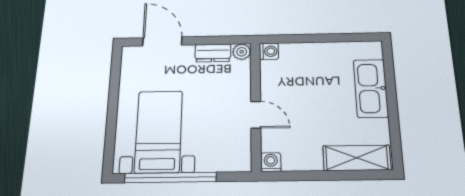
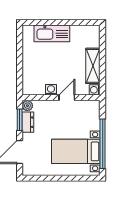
window: (217, 40) -> (20, 120), added
washing machine: (269, 51) -> (51, 90), moved
shelving: (357, 158) -> (93, 66), moved

